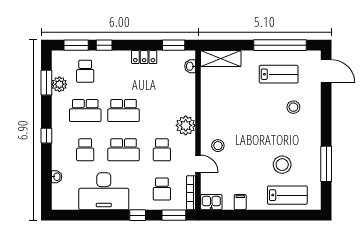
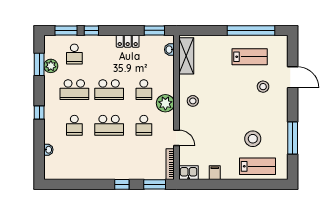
shelving: (221, 58) -> (186, 56), moved, turned 90
door: (326, 71) -> (293, 77), moved
stool: (218, 146) -> (193, 101), moved
school desk: (162, 189) -> (144, 90), moved
desk: (104, 191) -> (91, 163), removed

